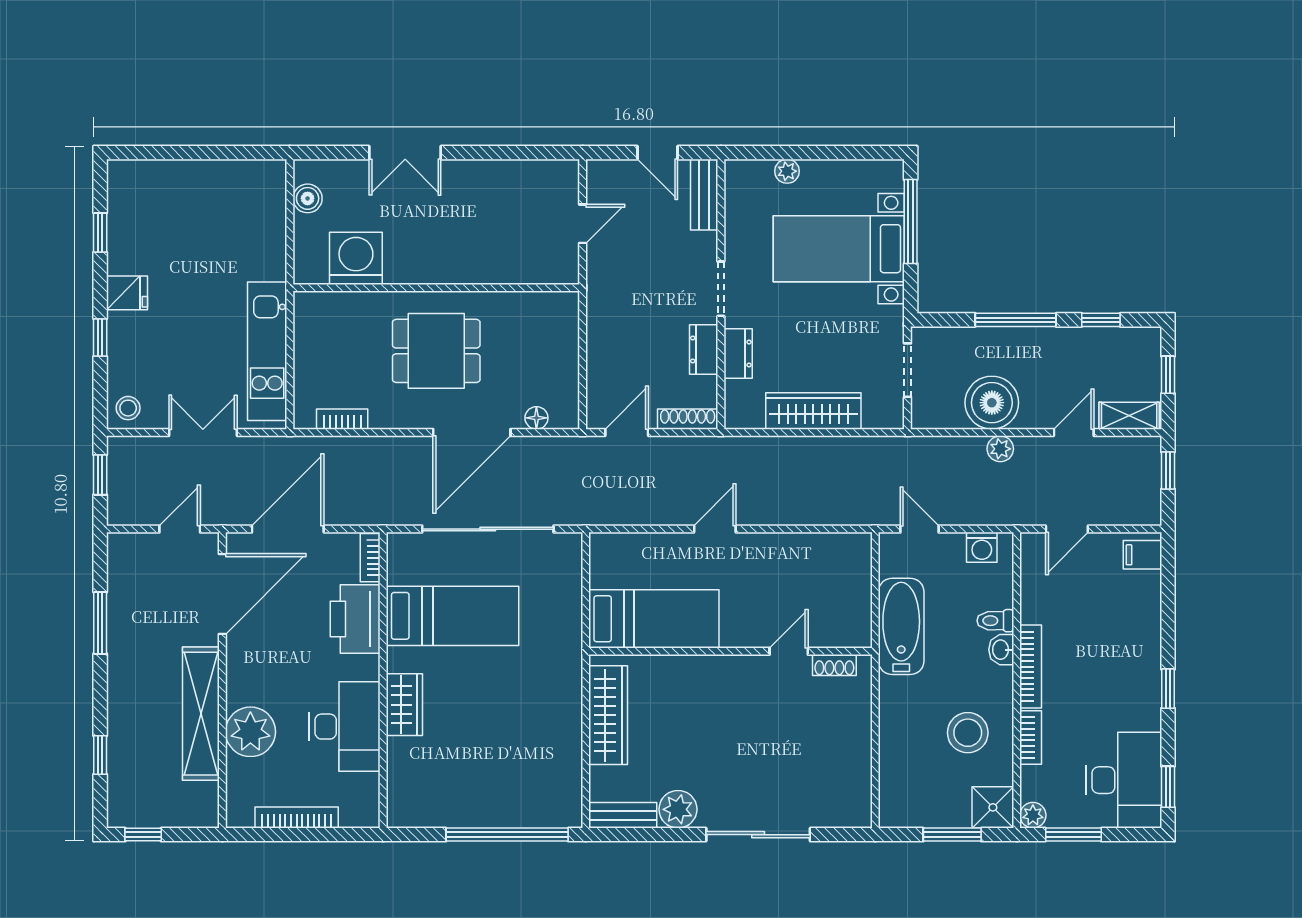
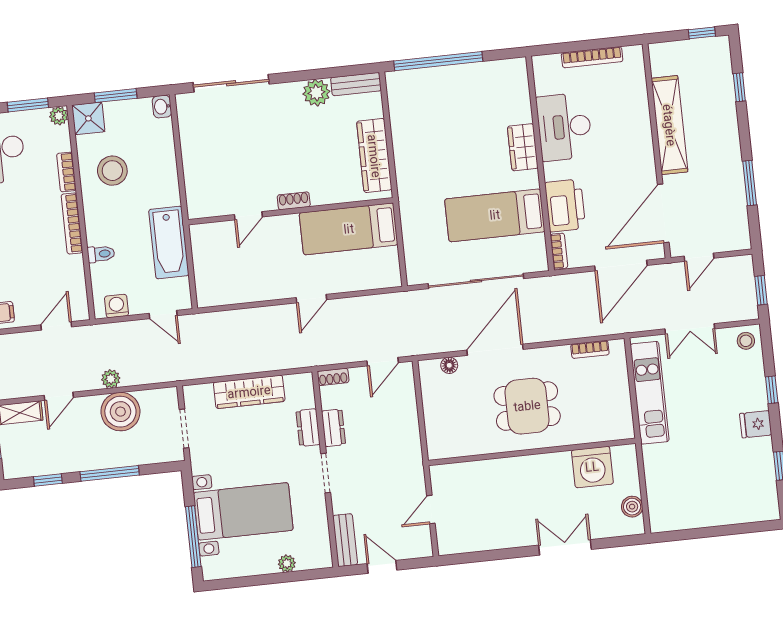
shoe rack: (688, 419) -> (333, 377), width x0.70
washbasin: (1001, 650) -> (162, 107), moved, turned 180
shoe rack: (834, 665) -> (294, 201), moved
plant: (250, 732) -> (632, 116), removed
sliding door: (758, 835) -> (231, 83), moved

